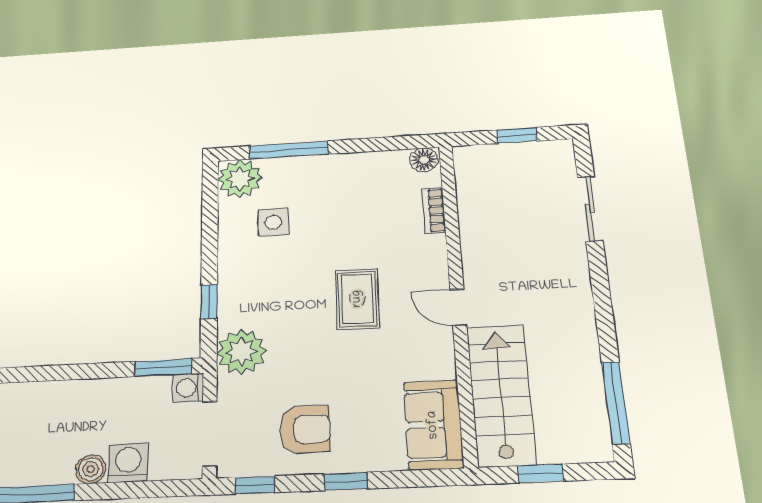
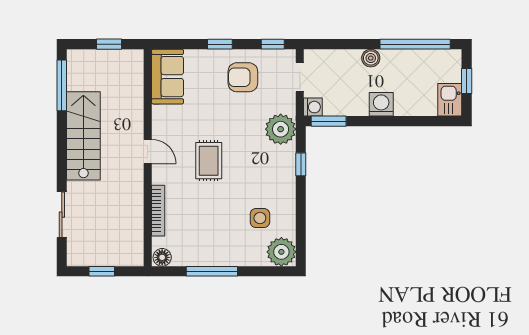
window: (289, 150) -> (212, 271), moved
bookcase: (434, 211) -> (158, 211), width x1.56
stairs: (501, 395) -> (83, 136), moved, turned 180
doorway: (209, 434) -> (300, 77), width x0.73
washing machine: (128, 463) -> (381, 104), moved, turned 180

